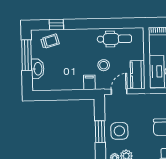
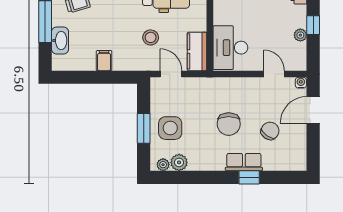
filing cabinet: (89, 82) -> (104, 61), moved
door: (119, 92) -> (171, 74), hinge flipped

